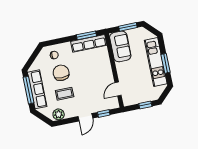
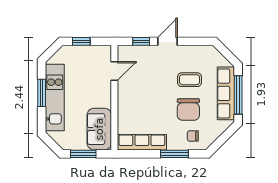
window: (86, 35) -> (174, 154), moved
plant: (59, 114) -> (204, 53), removed

